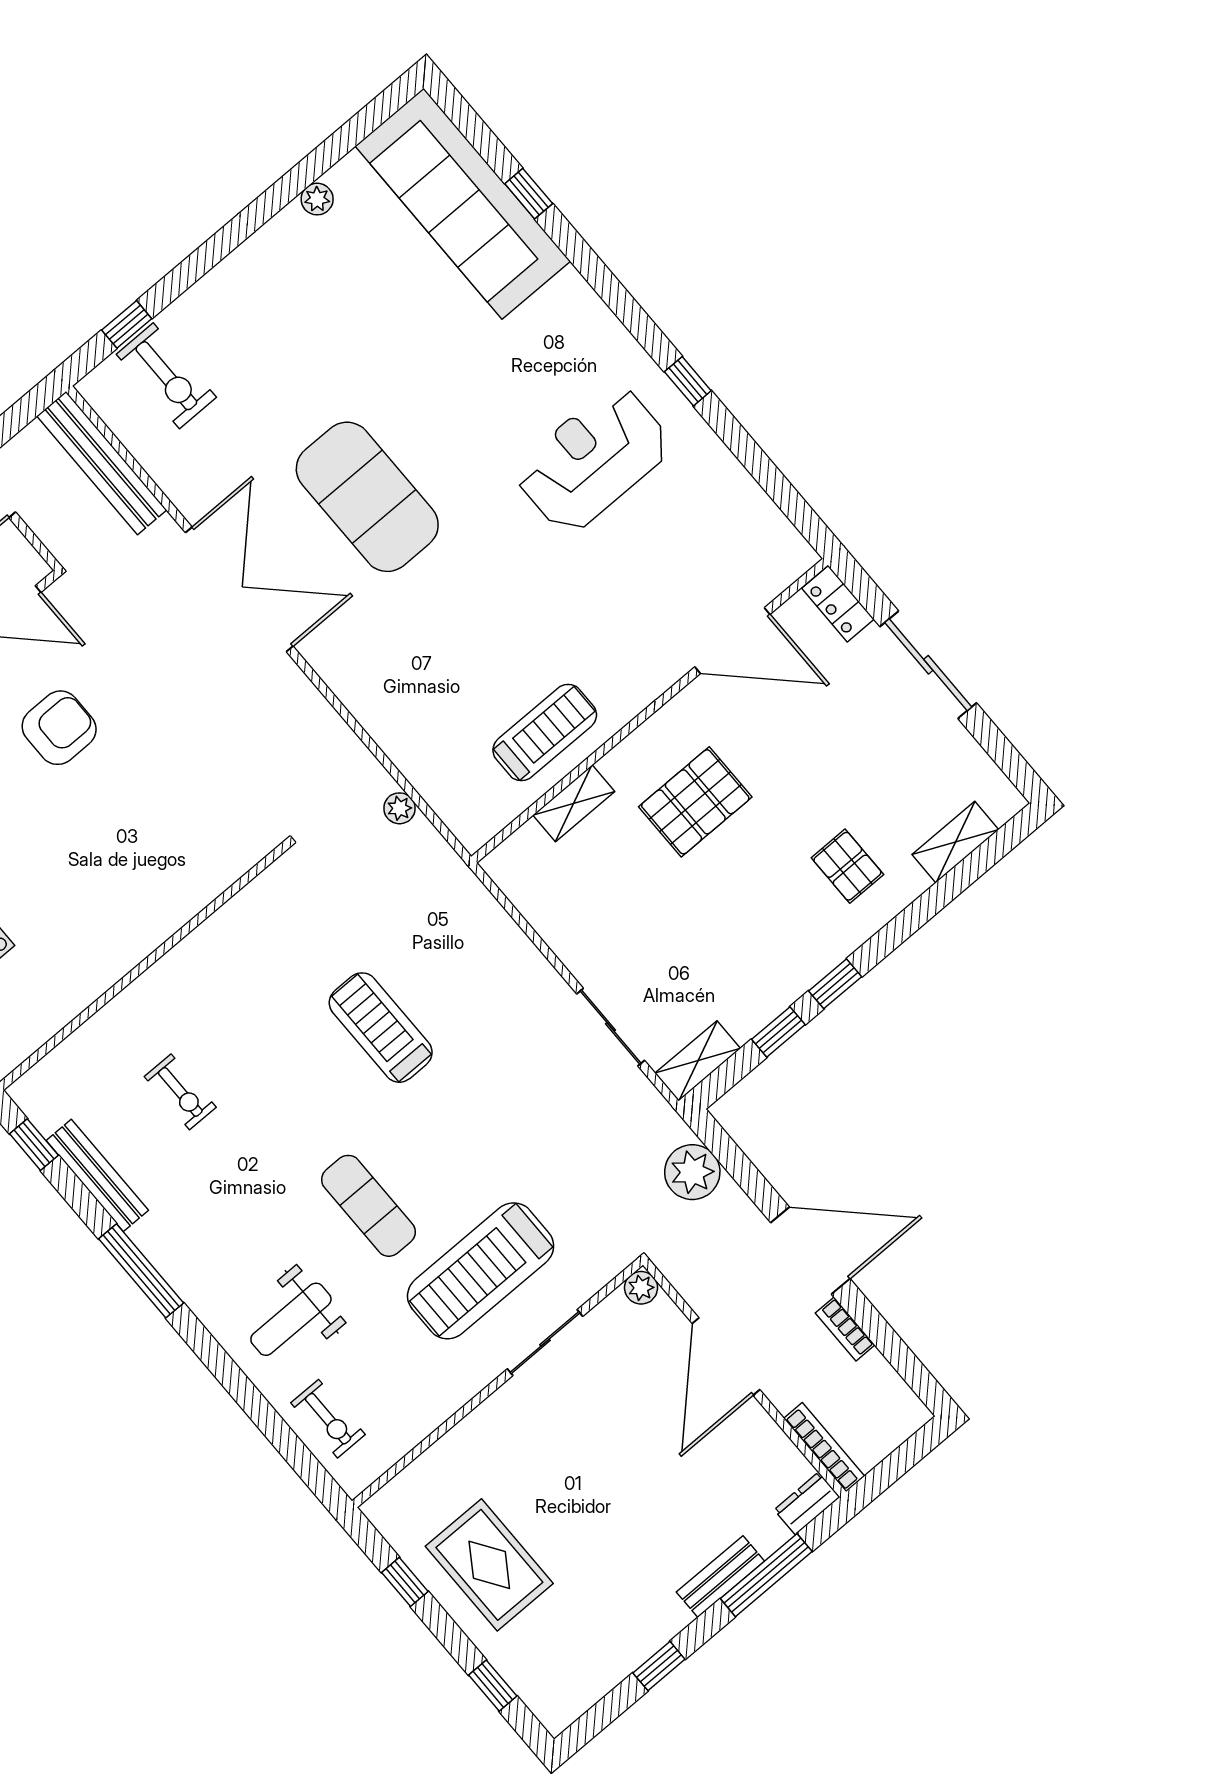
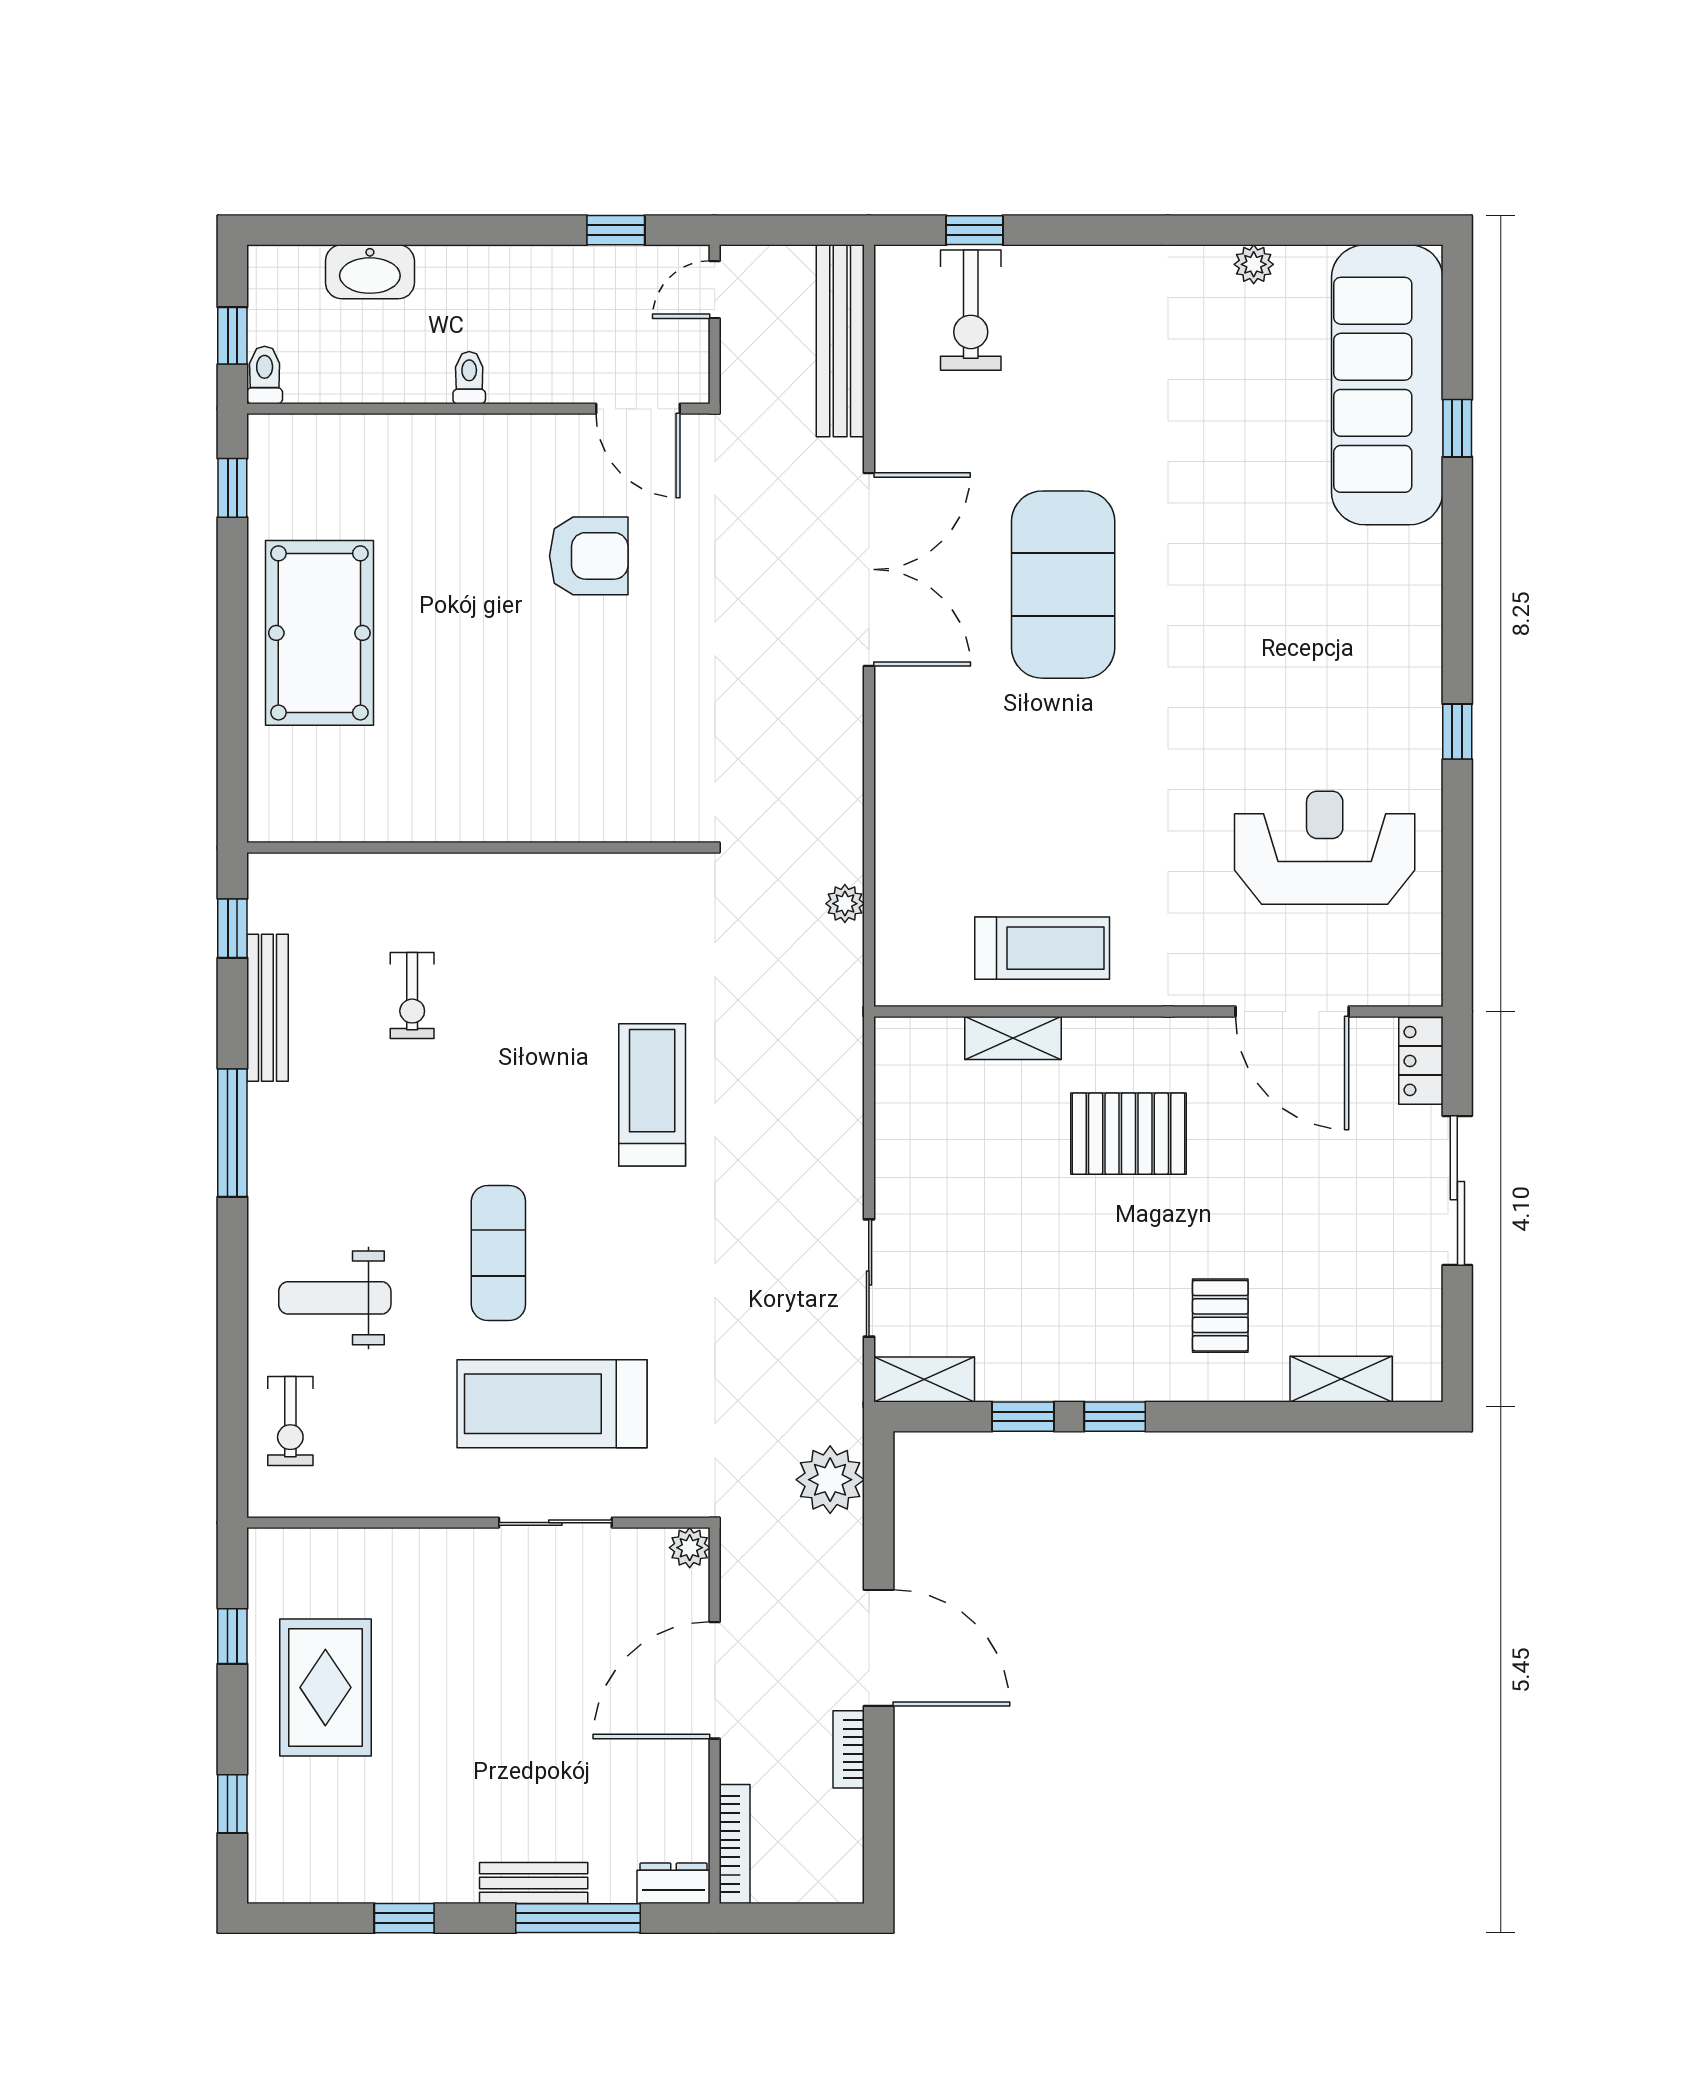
reception desk: (593, 459) -> (1325, 848), moved

